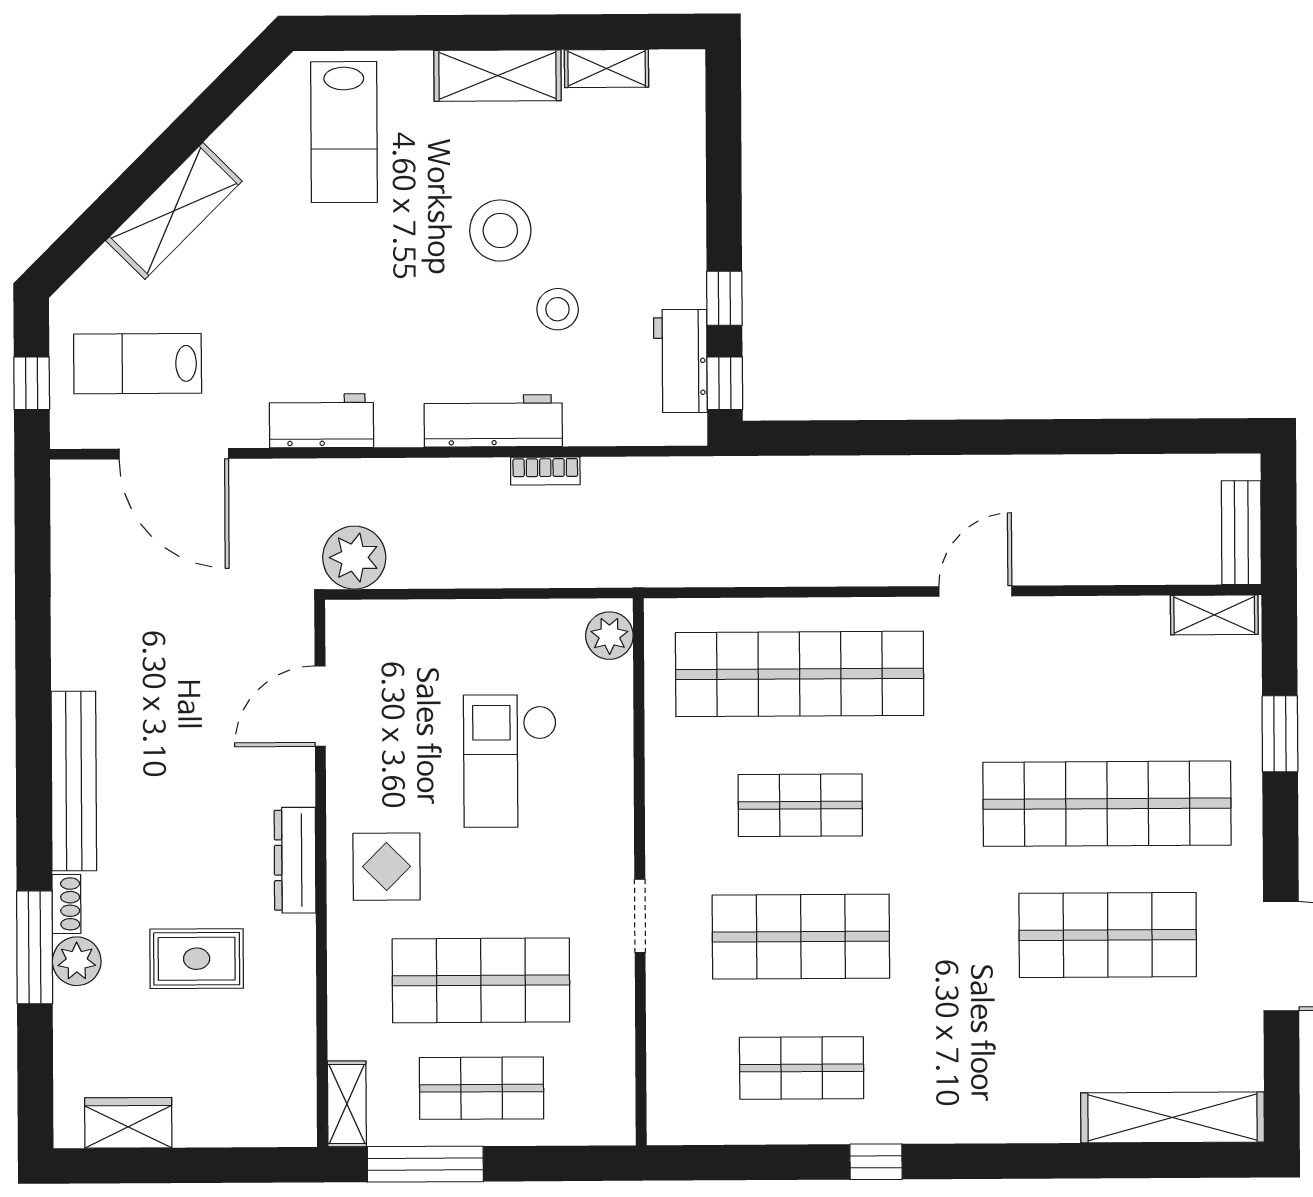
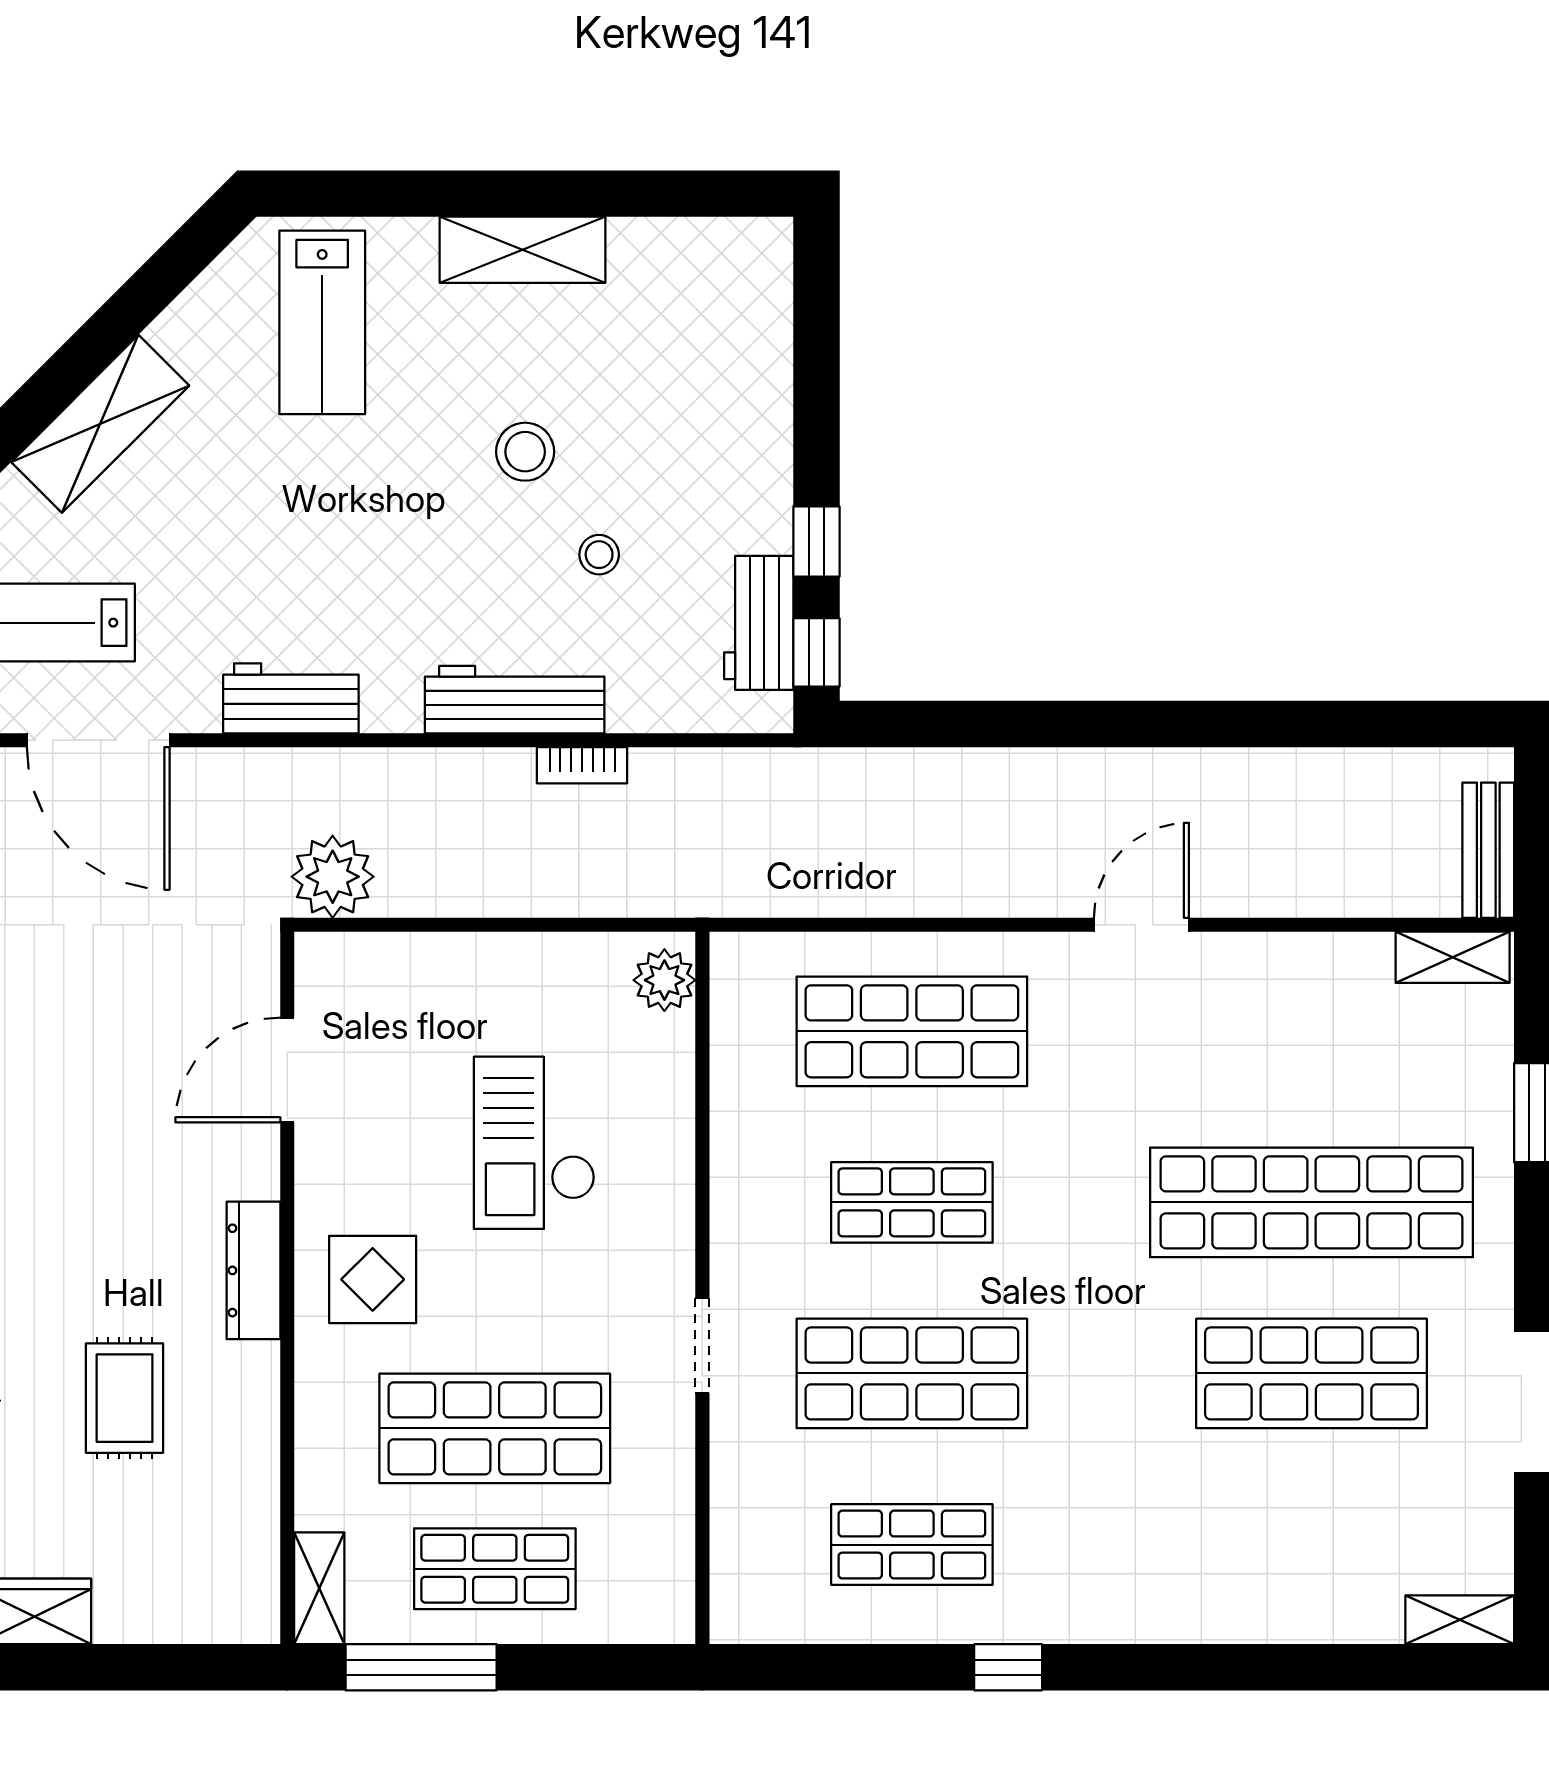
shelving: (607, 68) -> (665, 241), removed
stool: (500, 231) -> (525, 452), width x0.73, depth x0.73
stool: (558, 309) -> (599, 555), width x0.73, depth x0.73
shop shelf: (800, 674) -> (912, 1031), width x0.71
rug: (197, 959) -> (125, 1398), turned 90
shelving: (1172, 1117) -> (1460, 1620), width x0.45, depth x0.75

